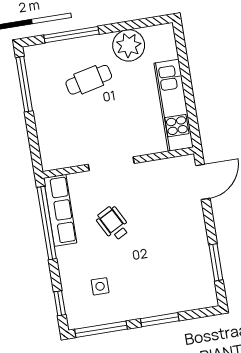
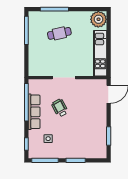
plant: (129, 45) -> (98, 19), moved
row of seats: (60, 210) -> (34, 112), moved

